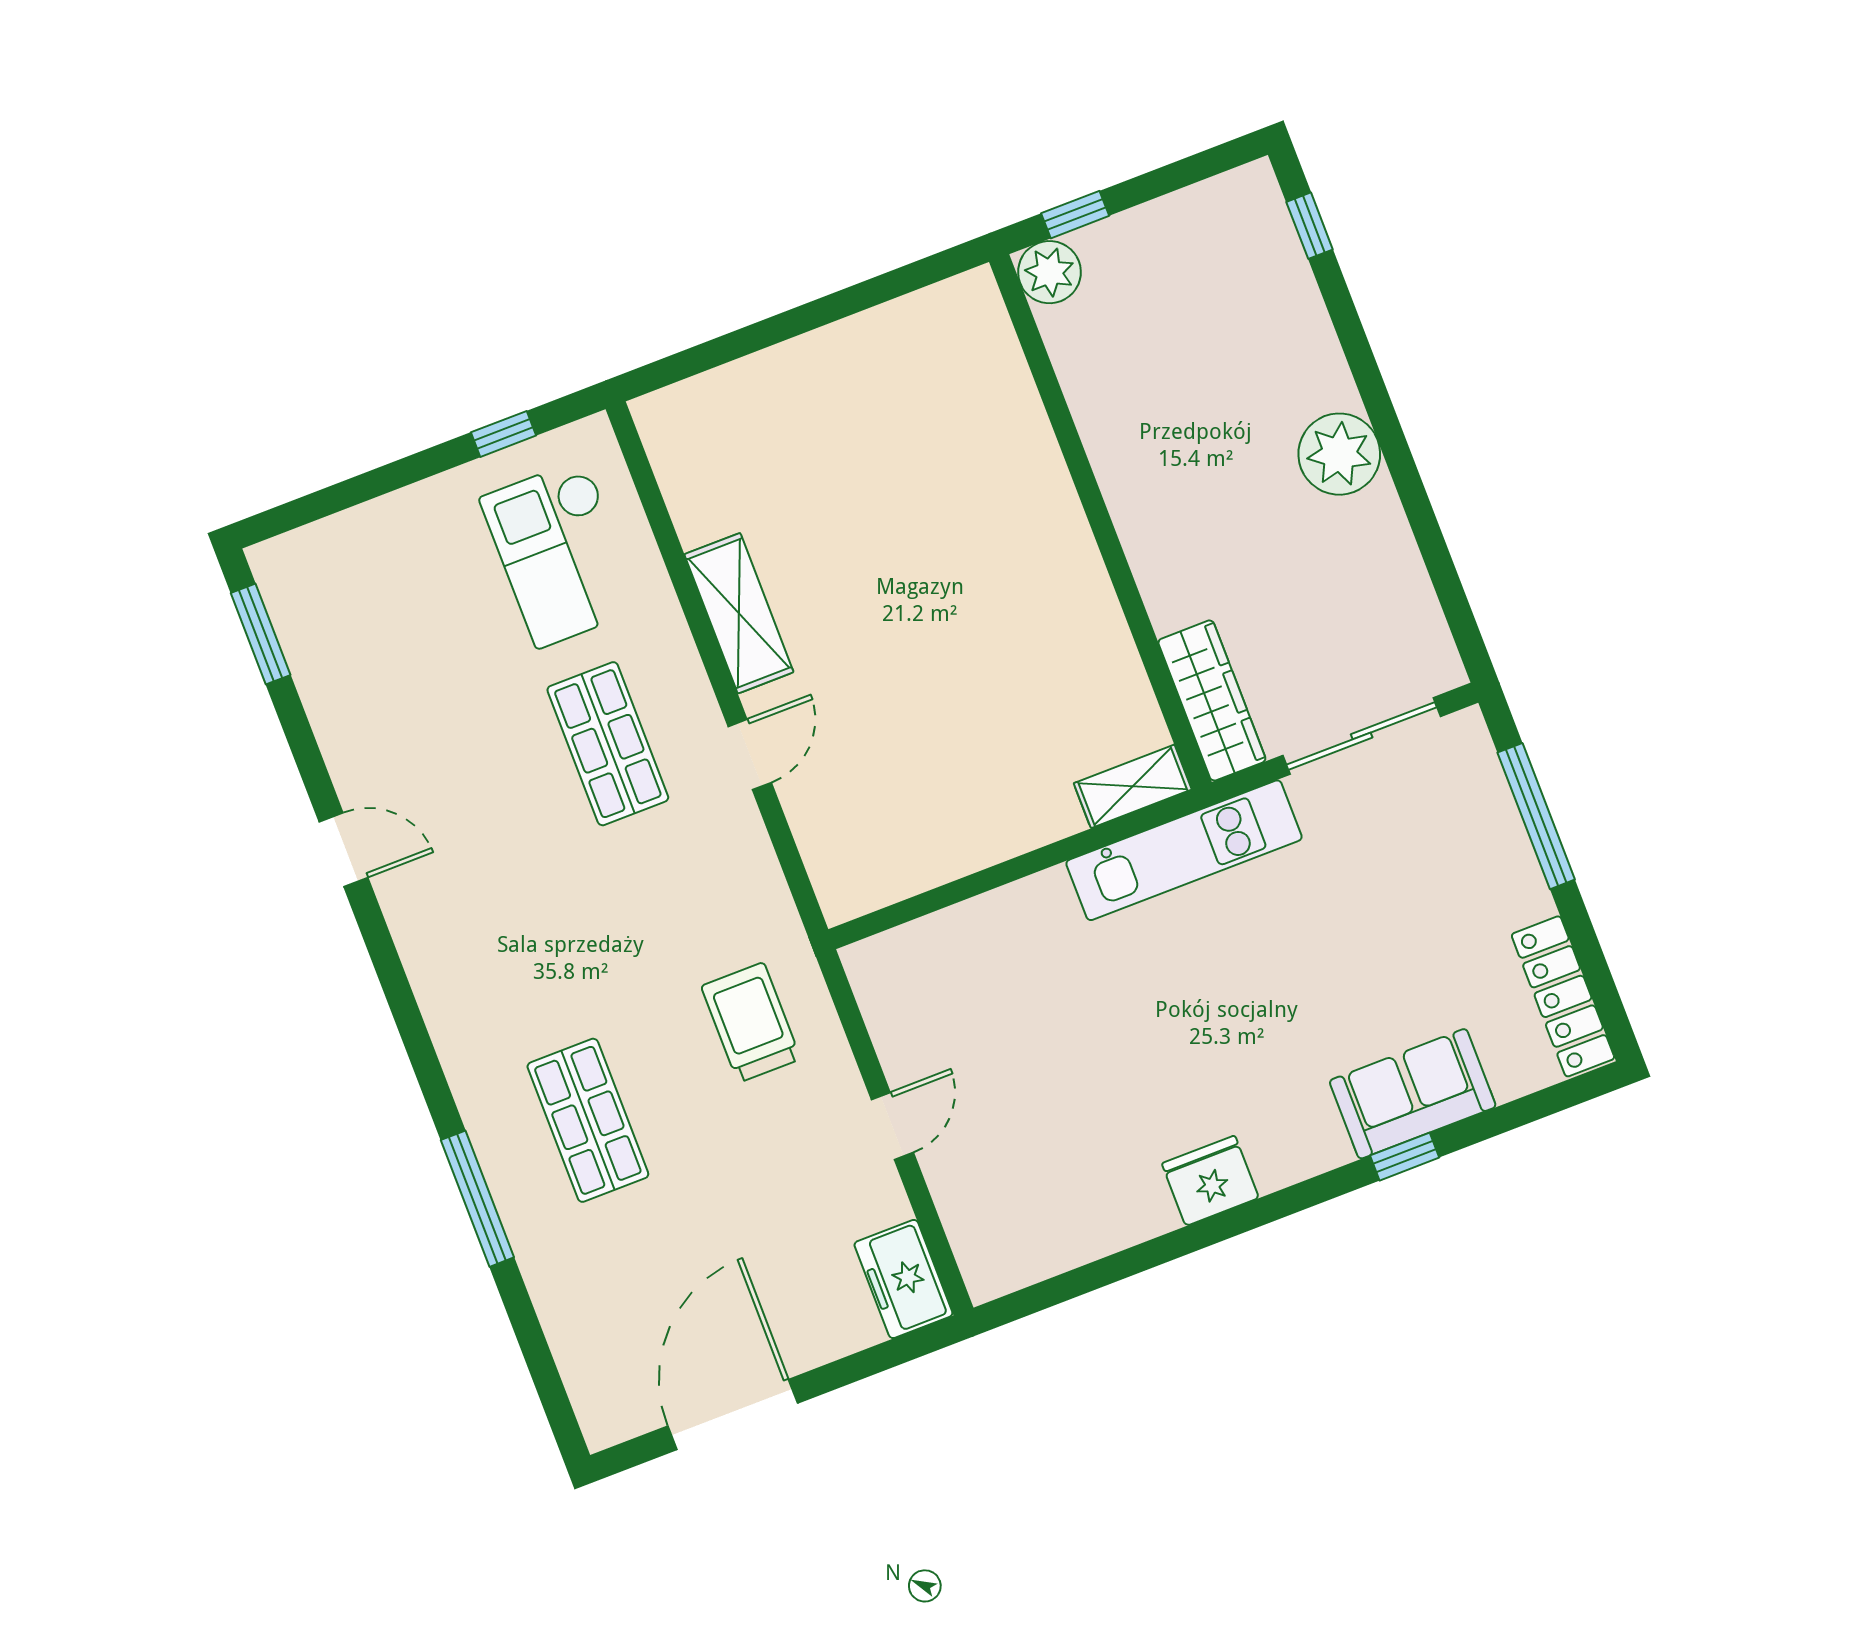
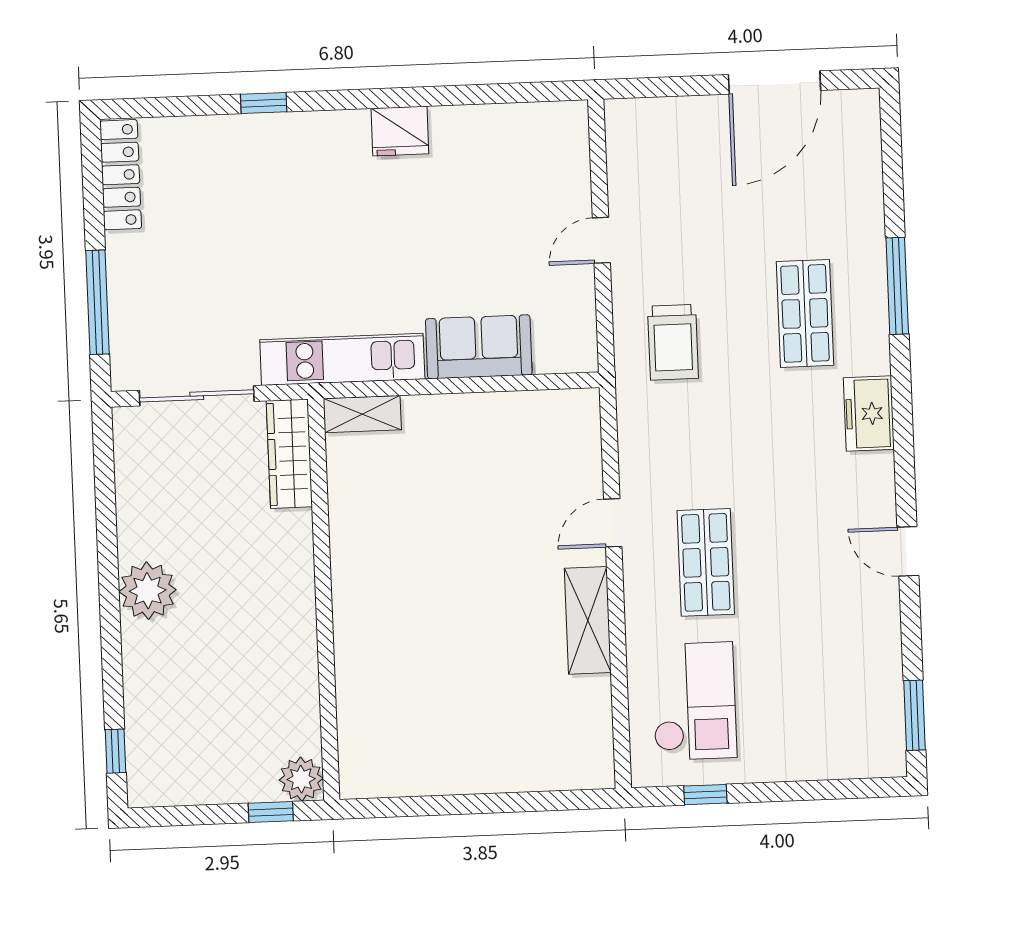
sofa: (1413, 1094) -> (479, 347), moved, turned 180
freezer: (903, 1279) -> (869, 414), moved, turned 180

